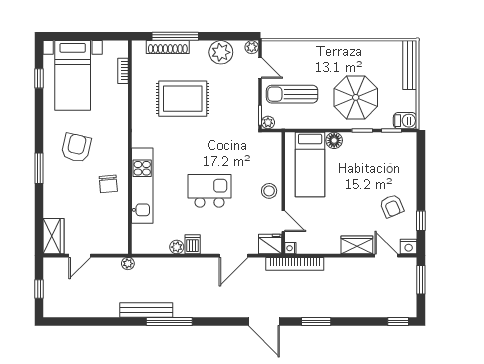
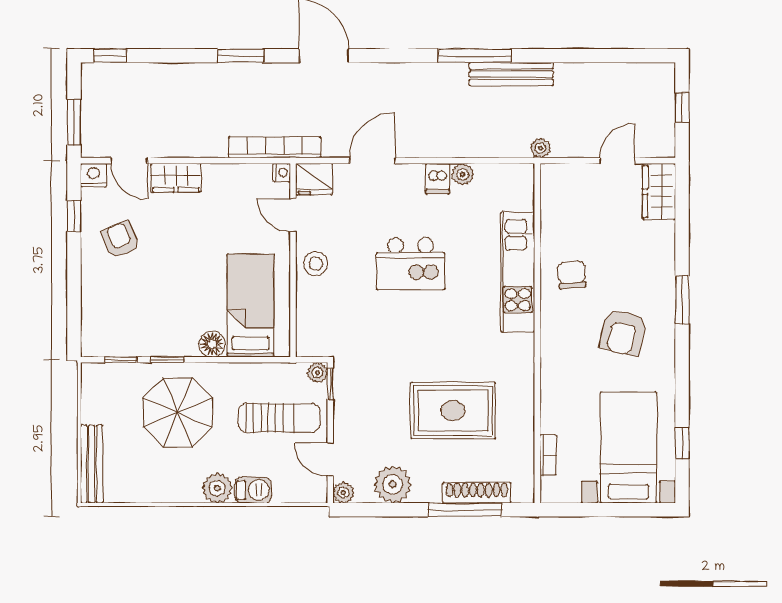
plant: (331, 50) -> (217, 488), added
barbecue: (405, 121) -> (253, 490), moved, turned 180

